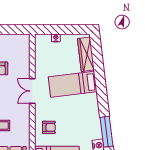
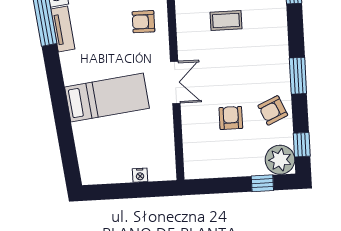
wardrobe: (86, 54) -> (87, 150), removed
tv unit: (96, 126) -> (63, 29), added

